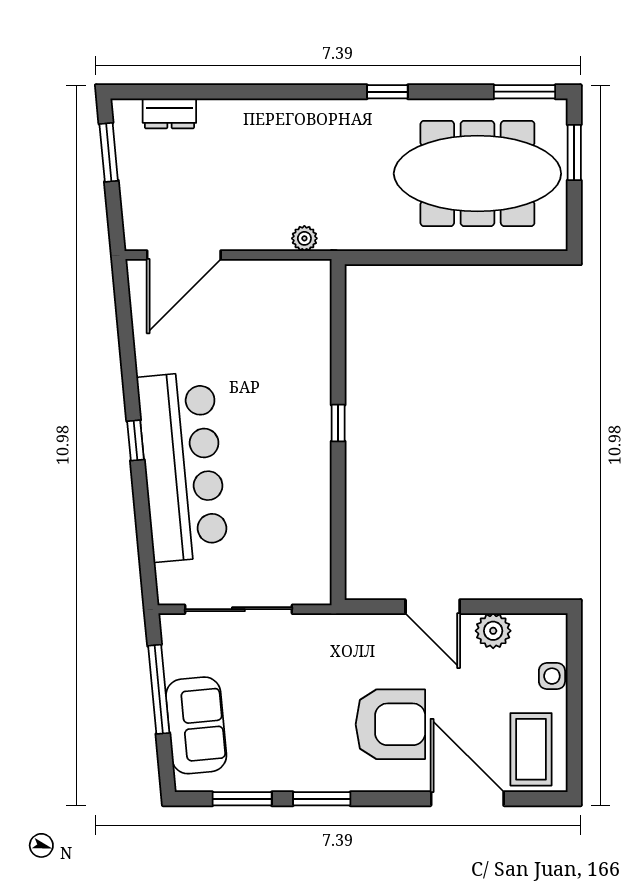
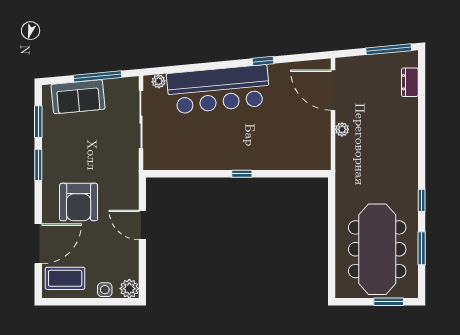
window: (524, 92) -> (422, 248), moved
window: (109, 152) -> (389, 49), width x1.44
plant: (304, 238) -> (342, 129), moved
window: (136, 440) -> (263, 61), moved
plant: (168, 577) -> (159, 81), added
door: (433, 607) -> (142, 225), hinge flipped
plant: (493, 631) -> (129, 289), moved

